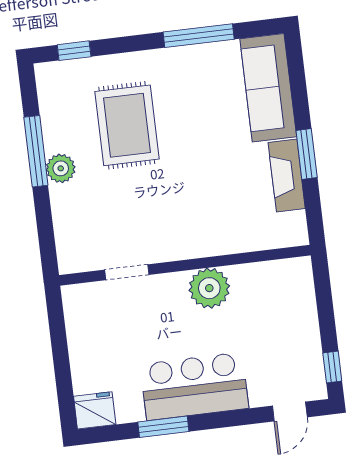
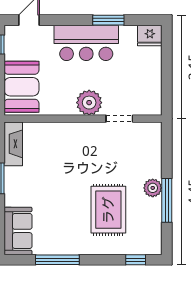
sofa: (268, 88) -> (18, 231), width x0.73
fireplace: (287, 176) -> (13, 144), moved
plant: (209, 288) -> (89, 103), moved
booth: (289, 304) -> (21, 87), added

